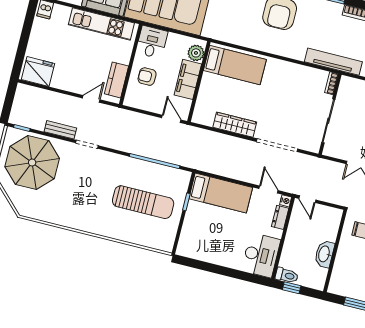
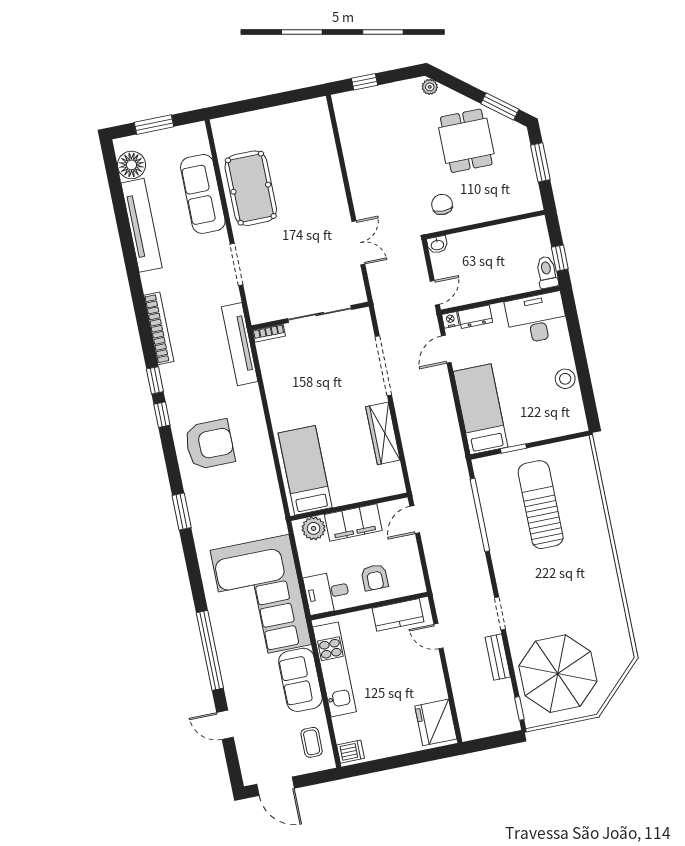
washbasin: (324, 254) -> (437, 245), moved, width x0.52, depth x0.69
stool: (214, 255) -> (565, 379), added

